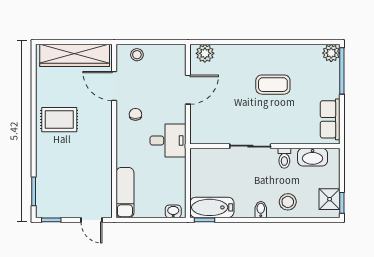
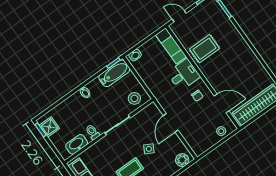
door: (188, 90) -> (171, 123), moved
side table: (234, 93) -> (149, 149), added
rug: (59, 120) -> (204, 49), moved
desk: (168, 141) -> (184, 75), moved, turned 180
stool: (288, 202) -> (134, 98), moved

